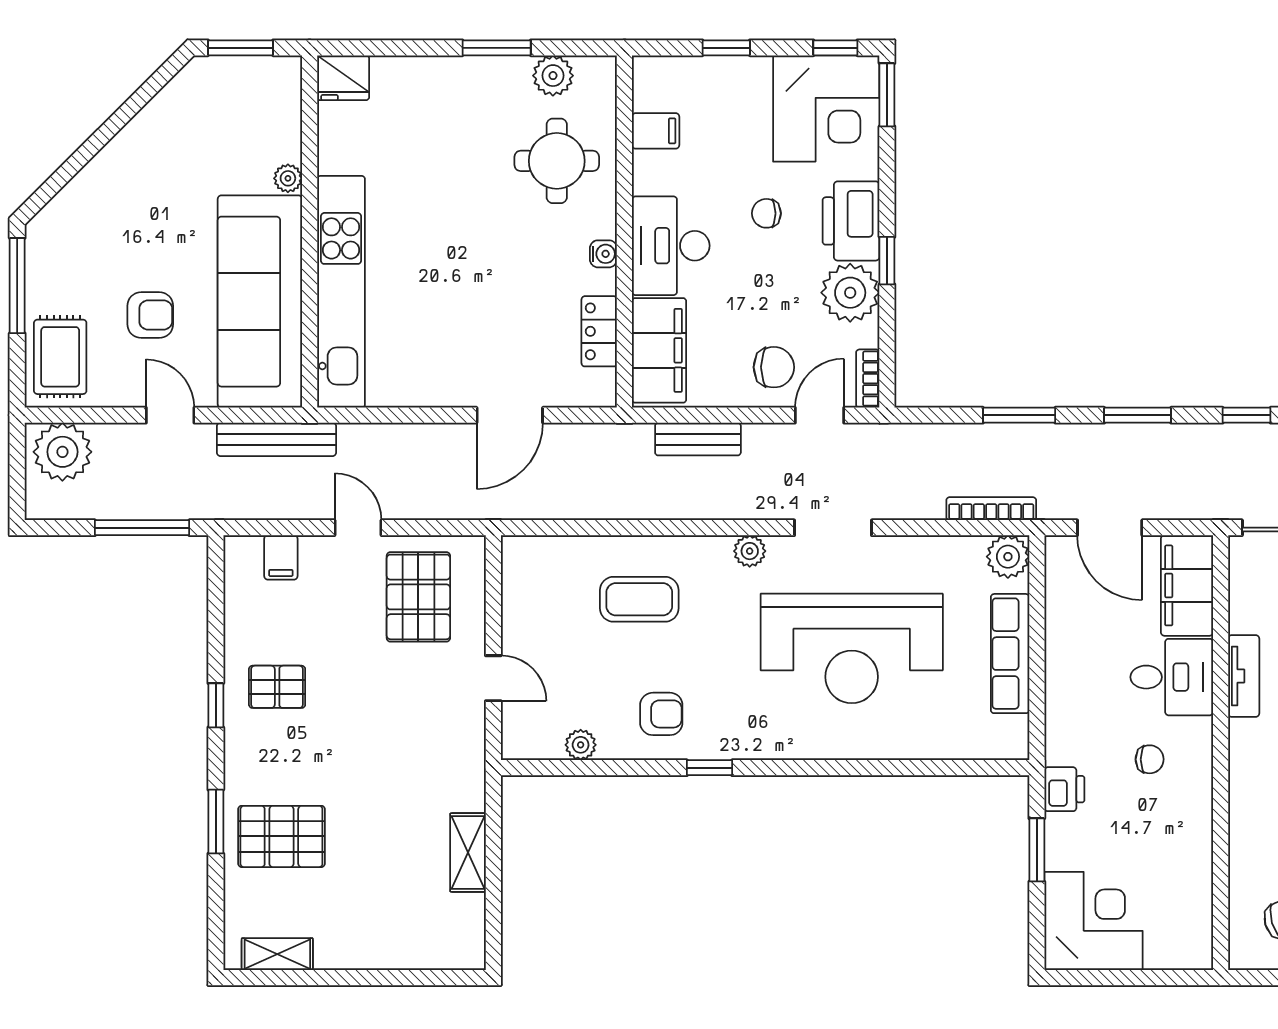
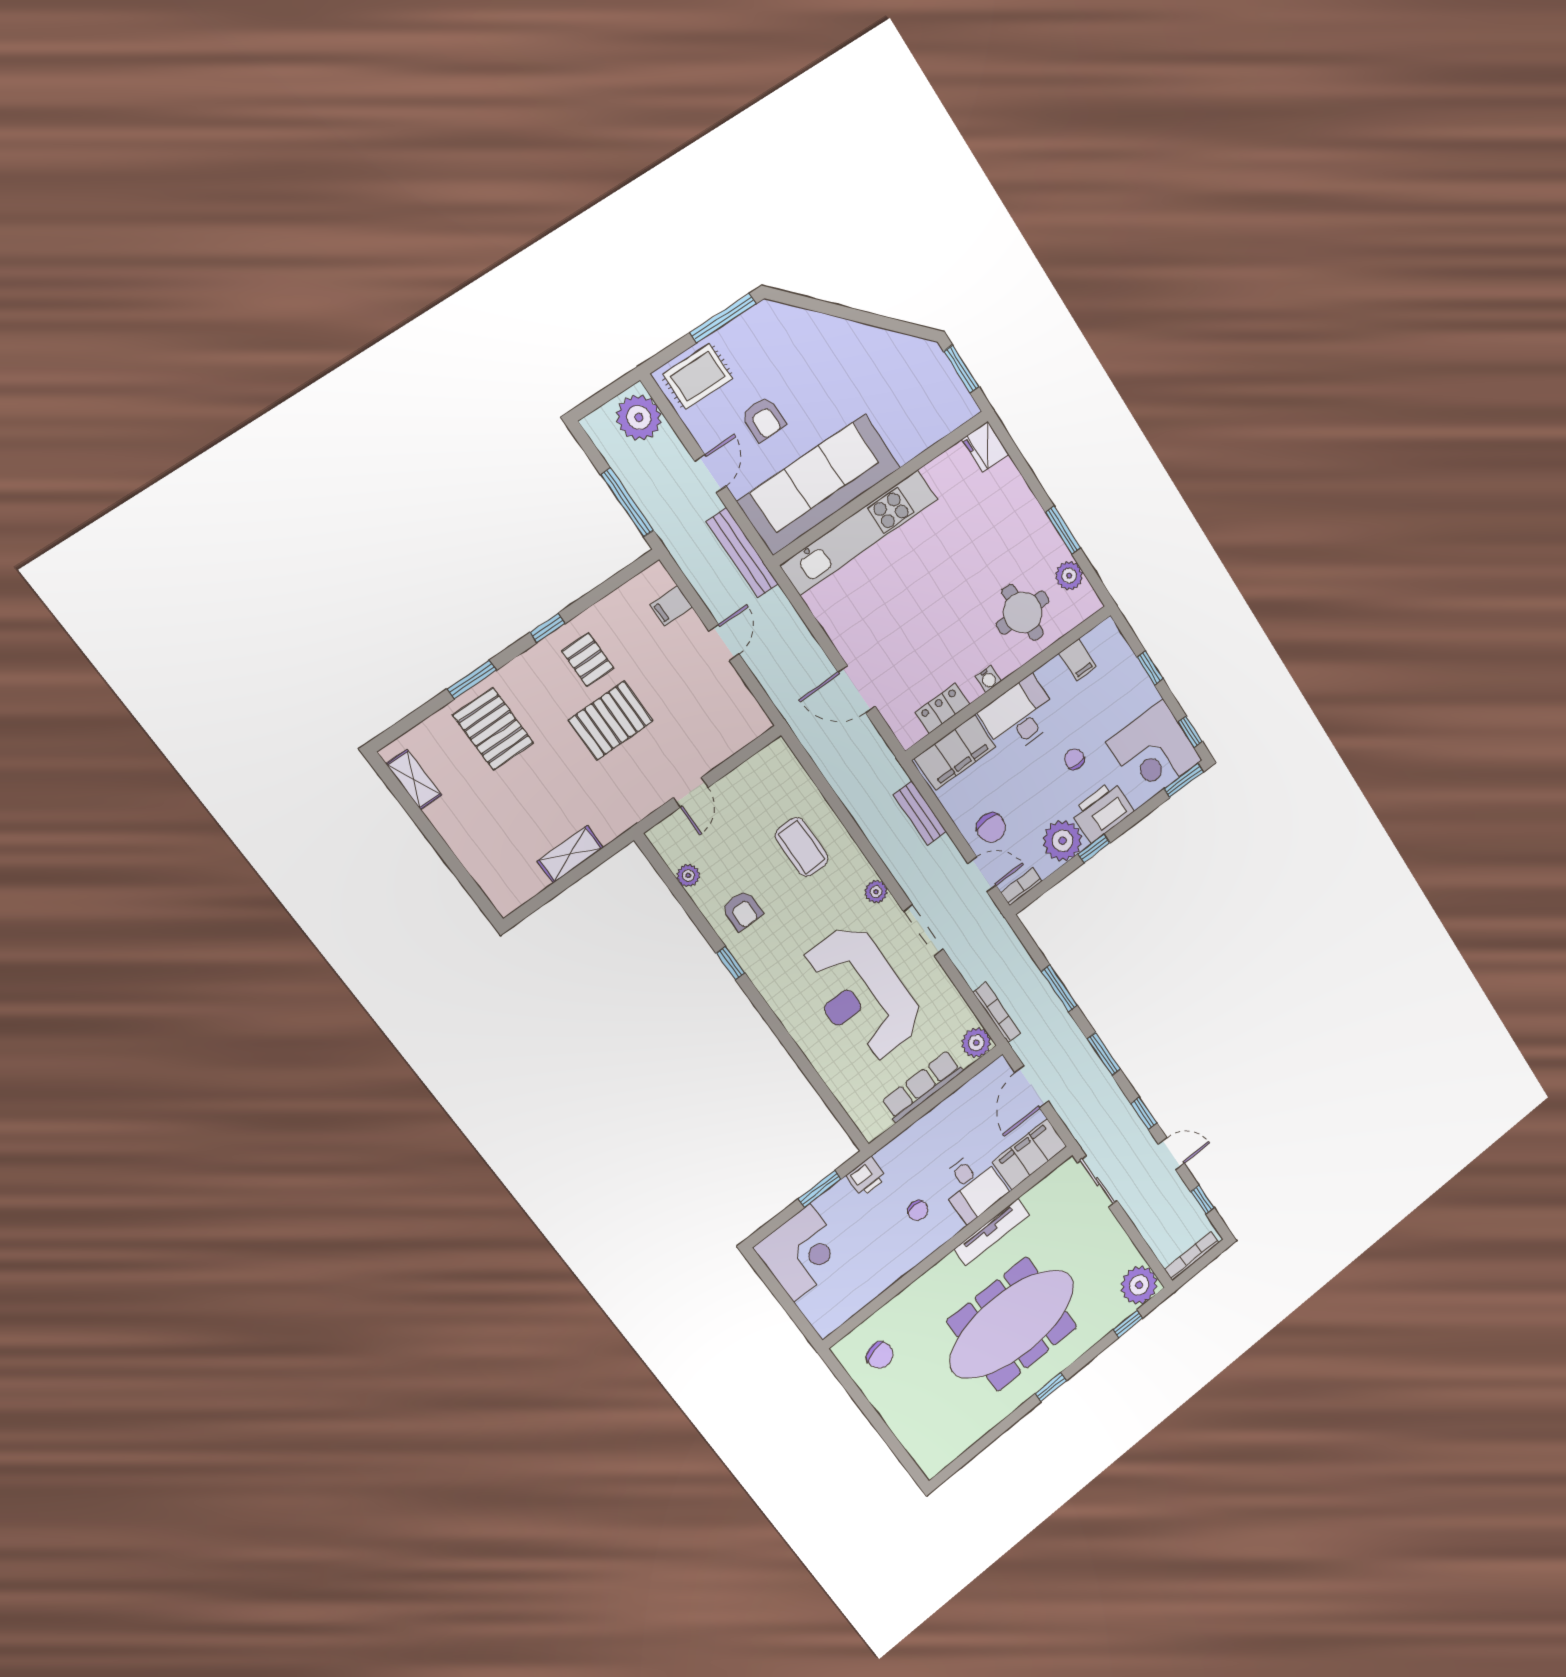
plant: (288, 178) -> (904, 452), removed
pallet: (418, 597) -> (611, 721), moved
tv unit: (1244, 676) -> (992, 1232), width x1.41

